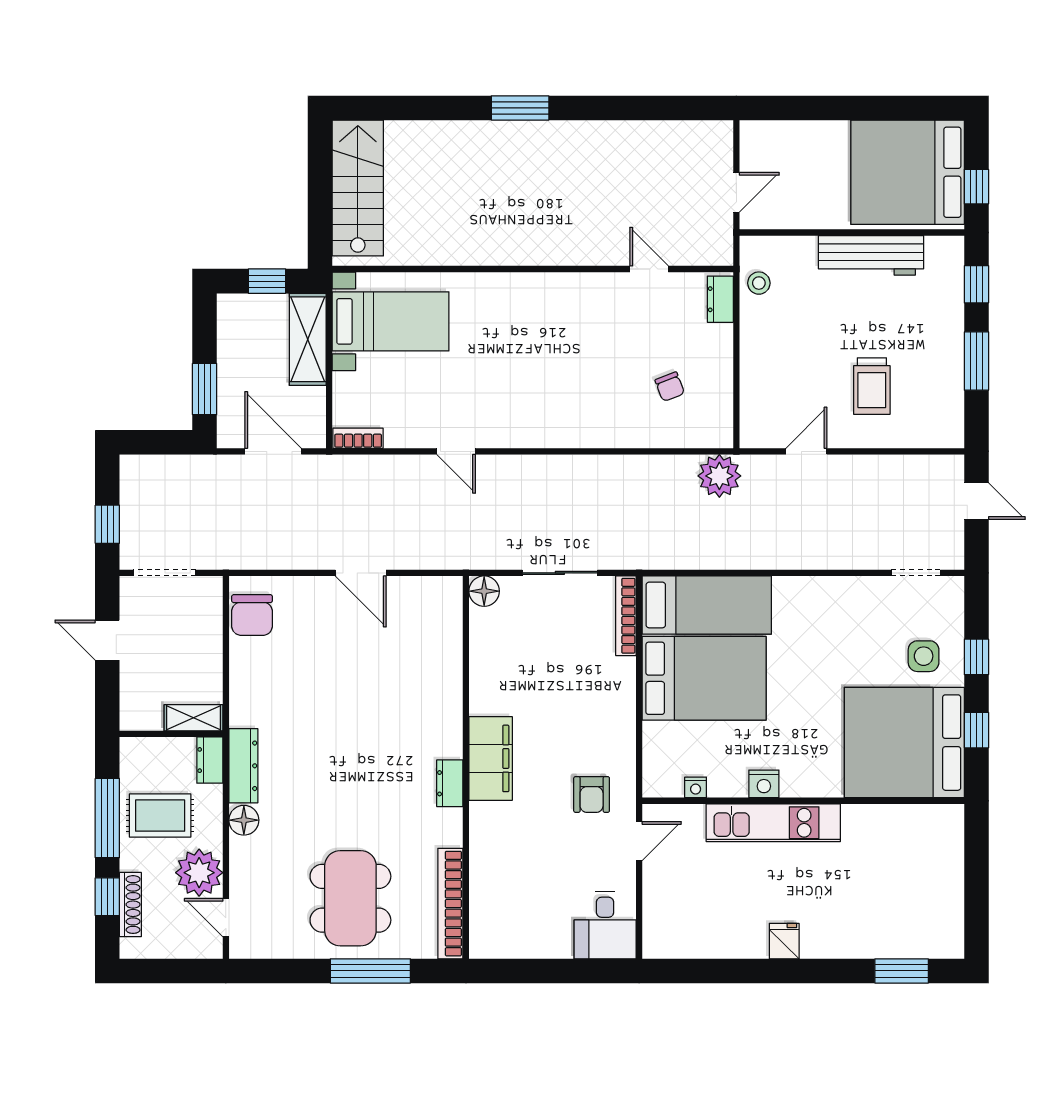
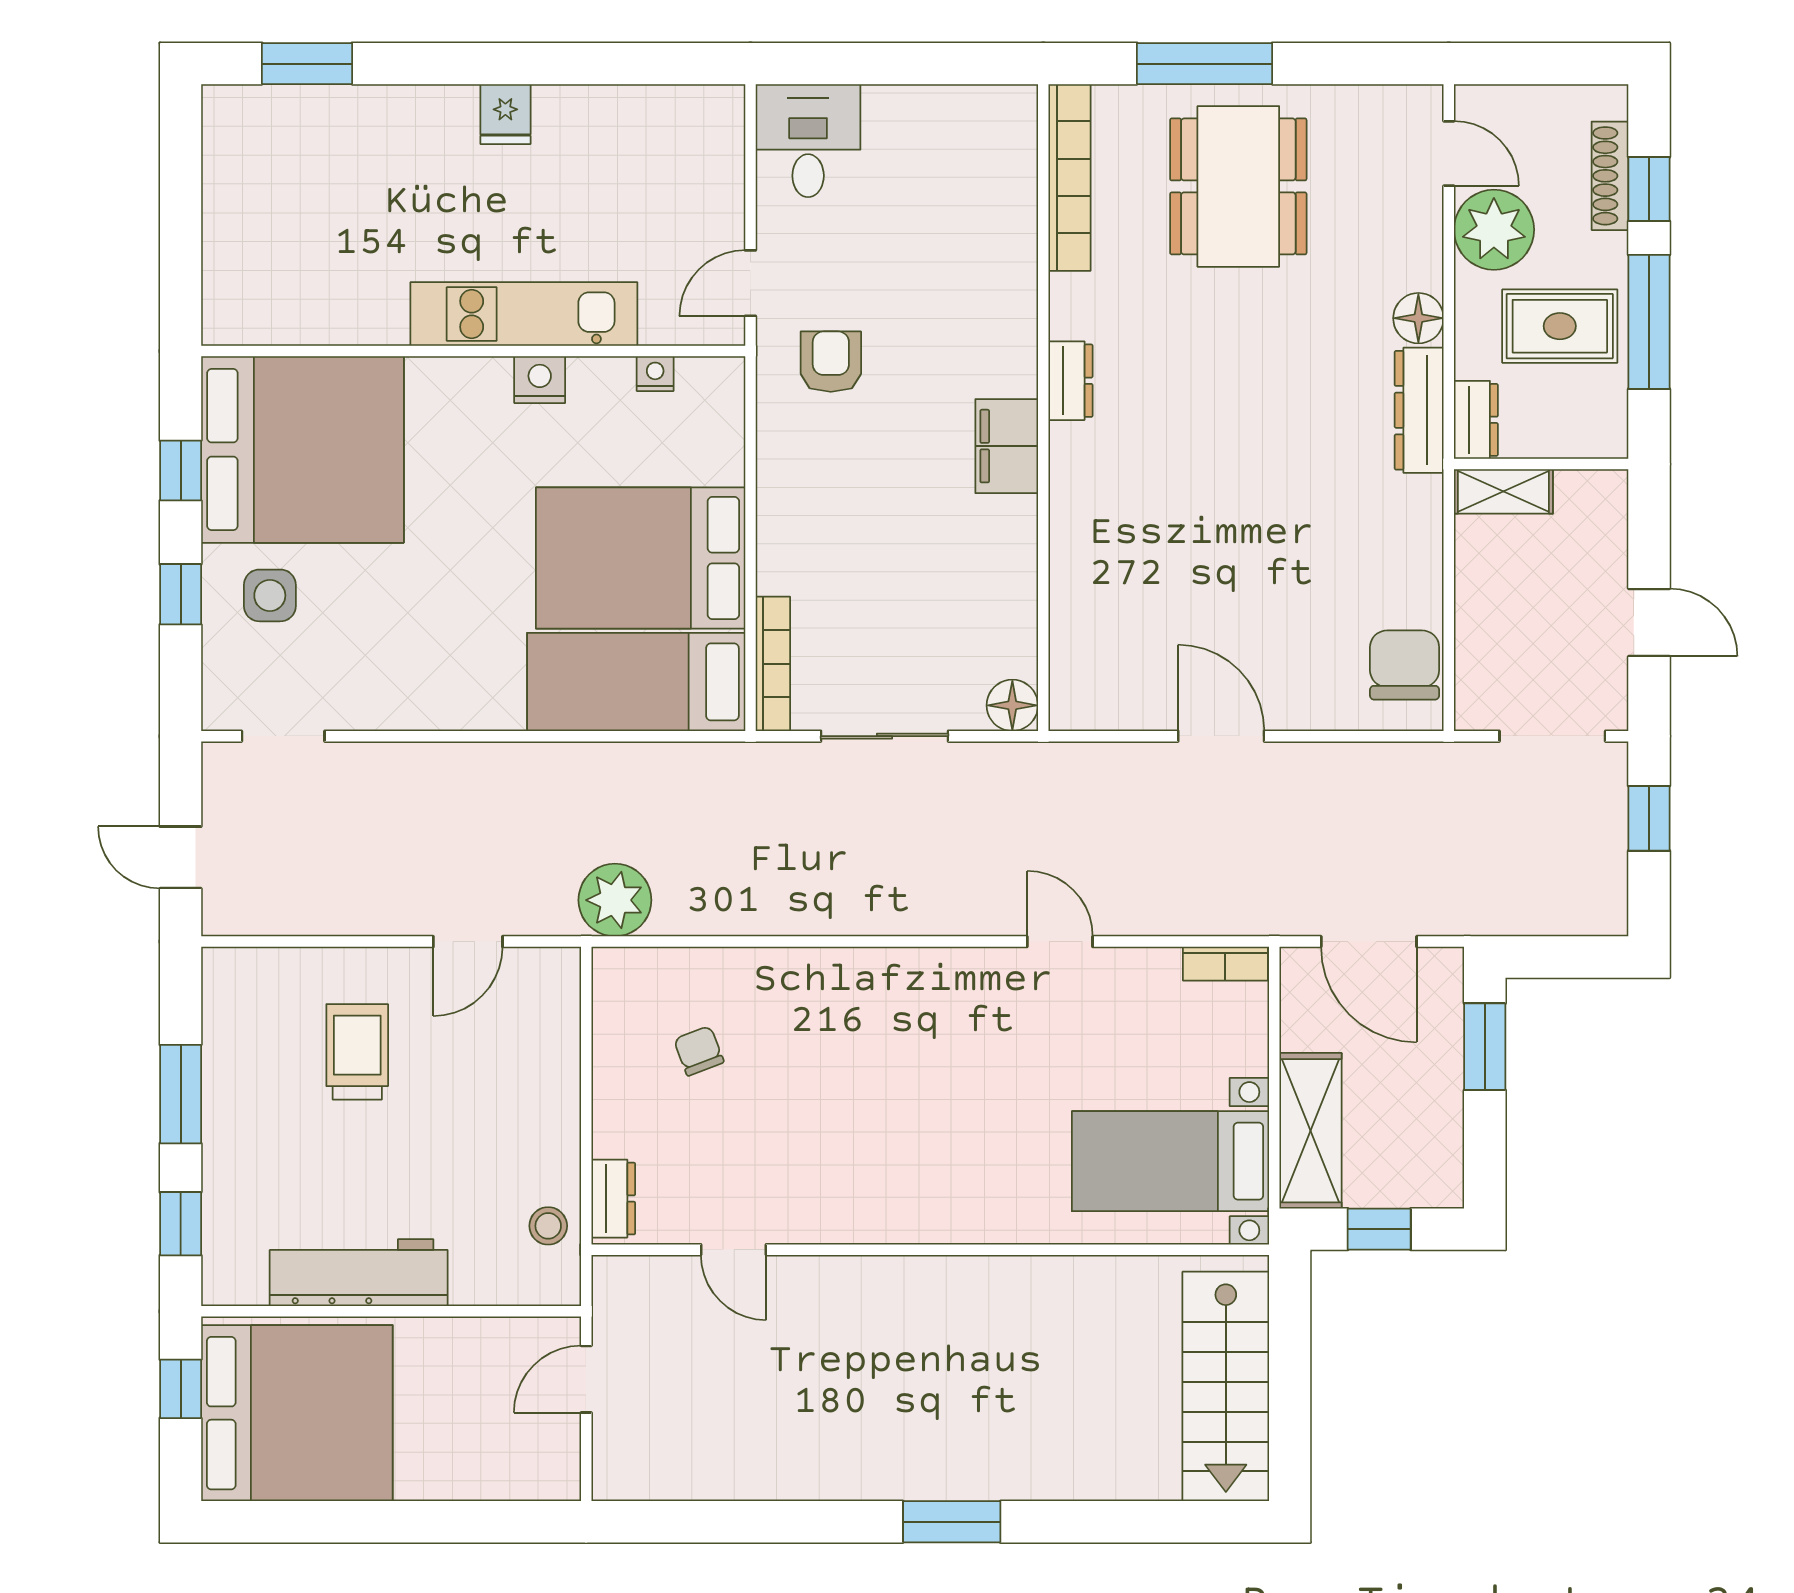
filing cabinet: (491, 758) -> (1007, 446), width x0.67, depth x0.86

